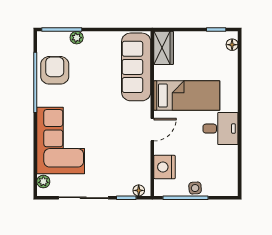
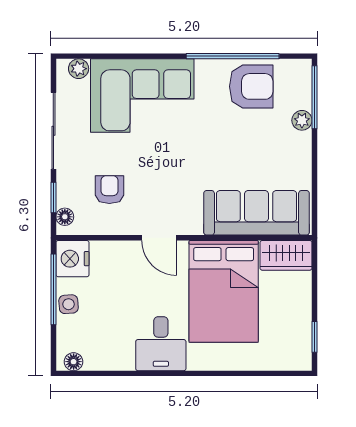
floor lamp: (232, 45) -> (74, 362), moved
bed: (187, 96) -> (224, 291), width x1.50
armchair: (121, 162) -> (109, 190), added
nightstand: (165, 167) -> (72, 259), moved, turned -90

